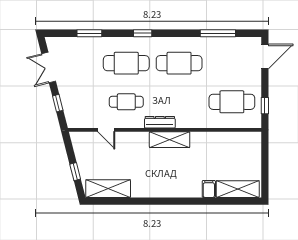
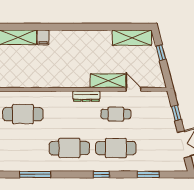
shelving: (170, 140) -> (108, 81), moved

